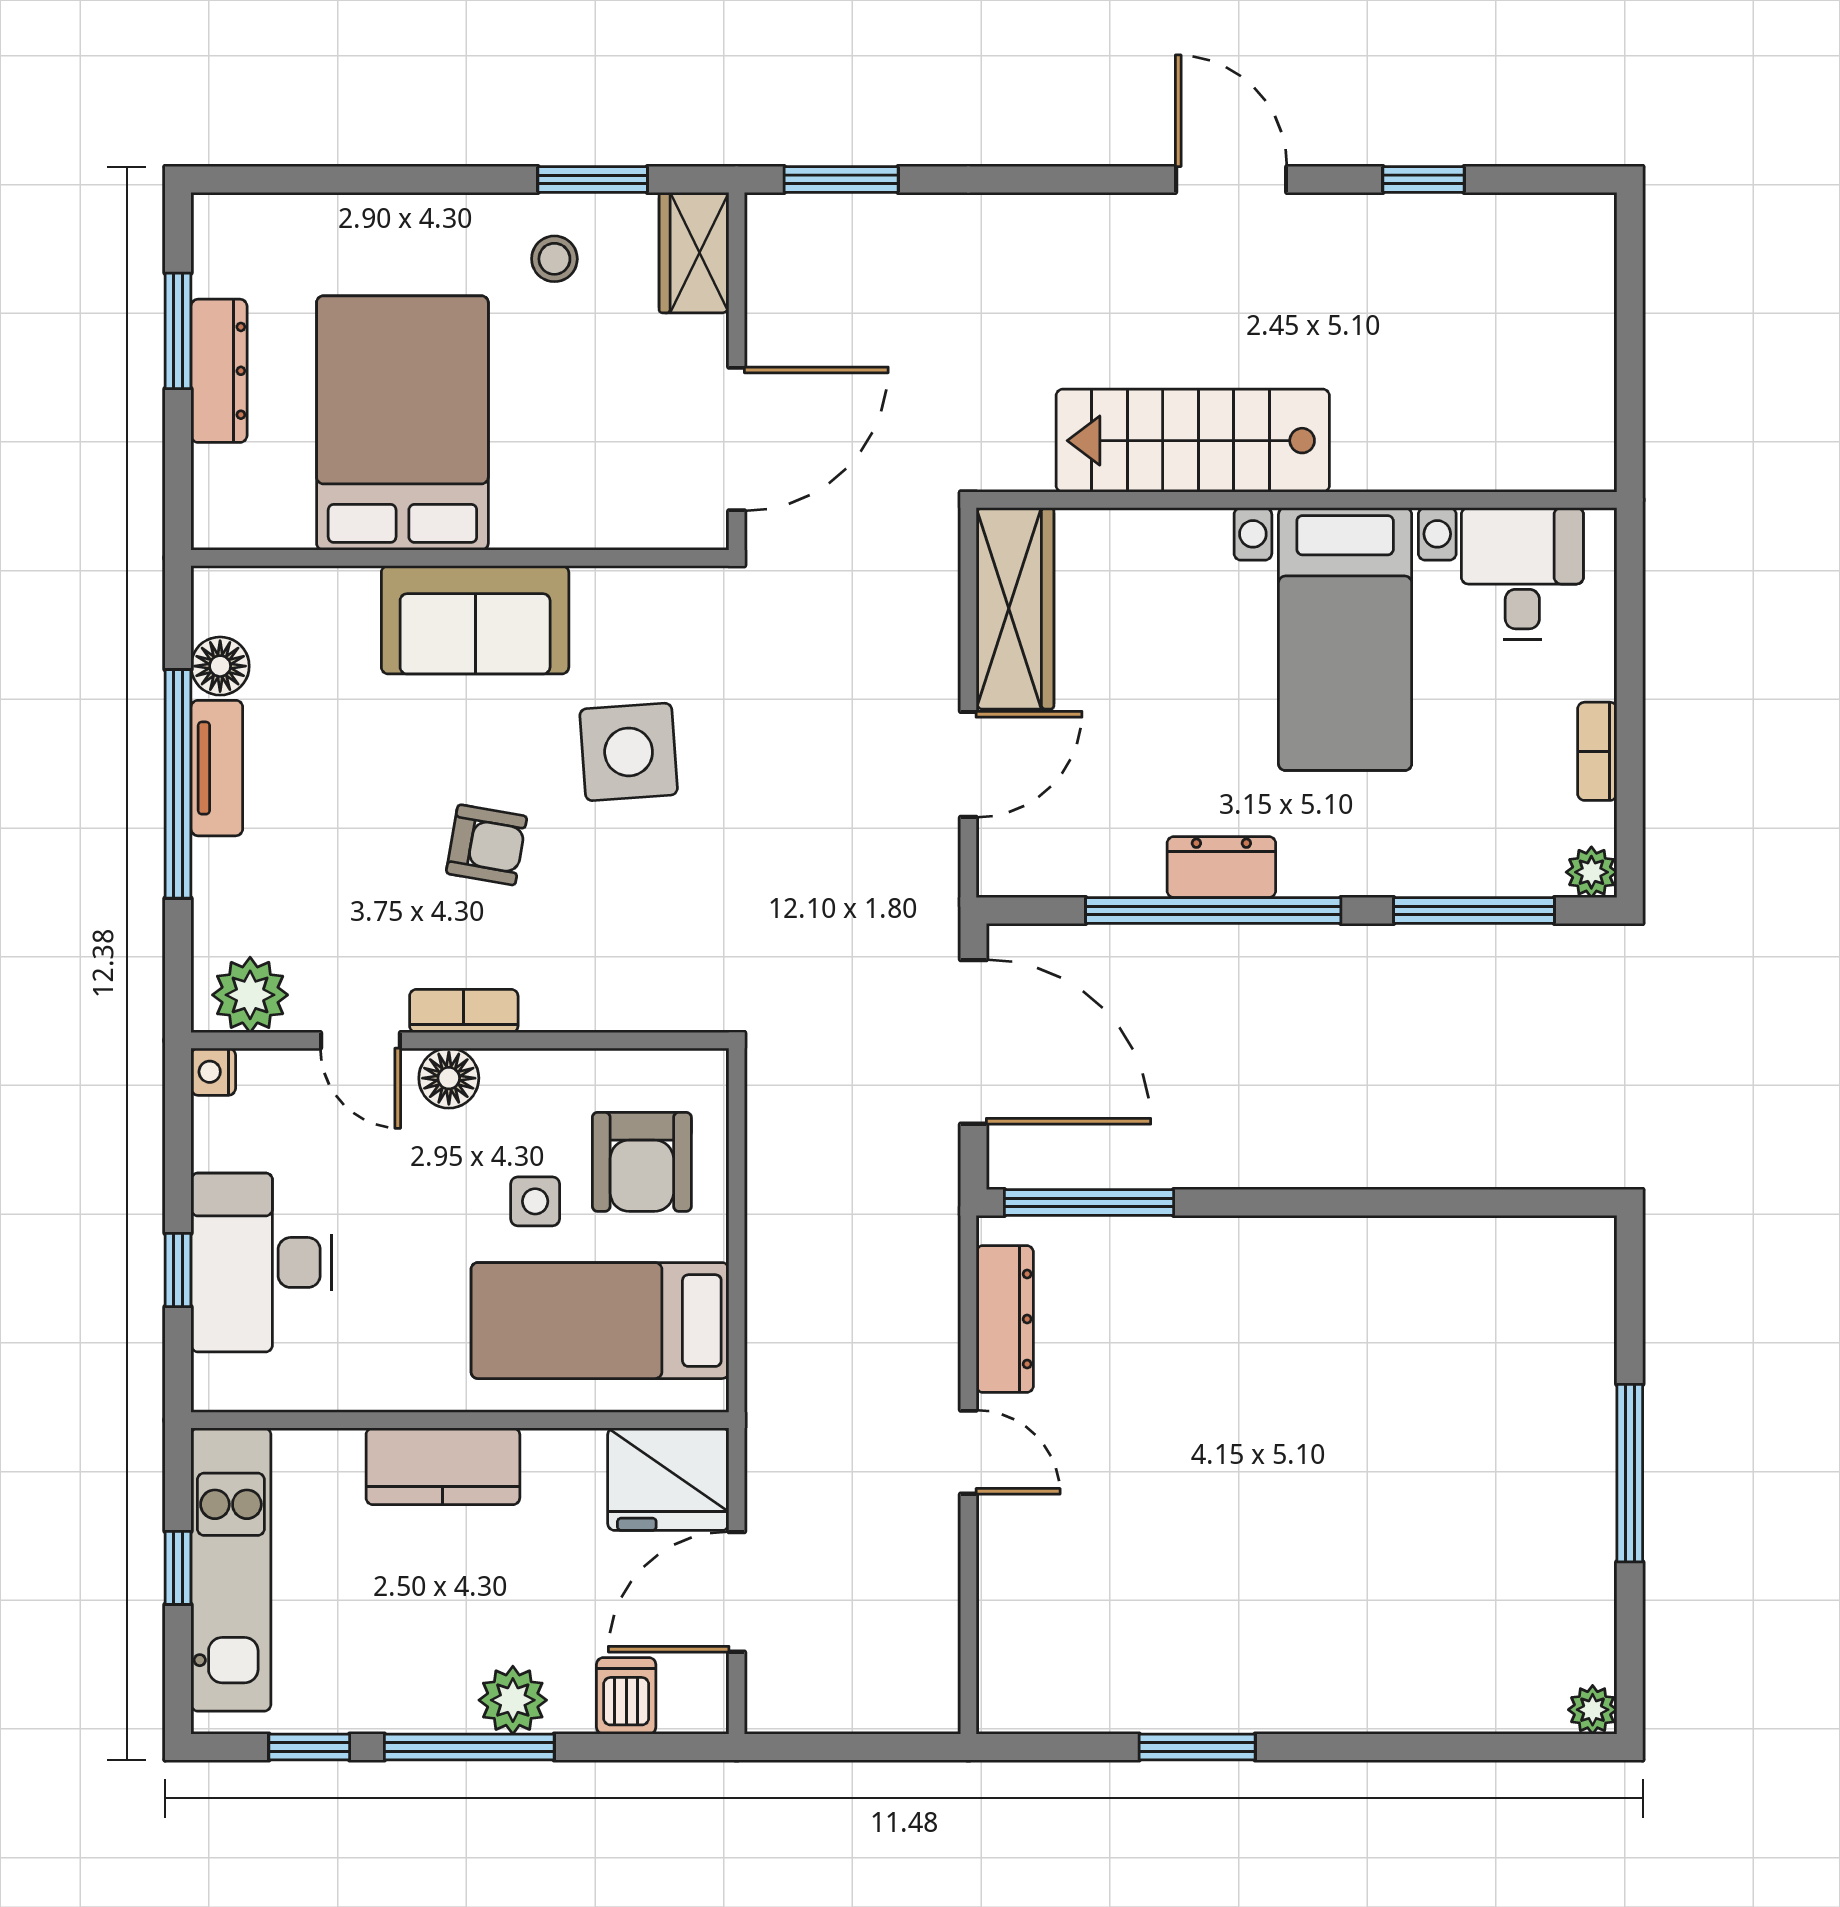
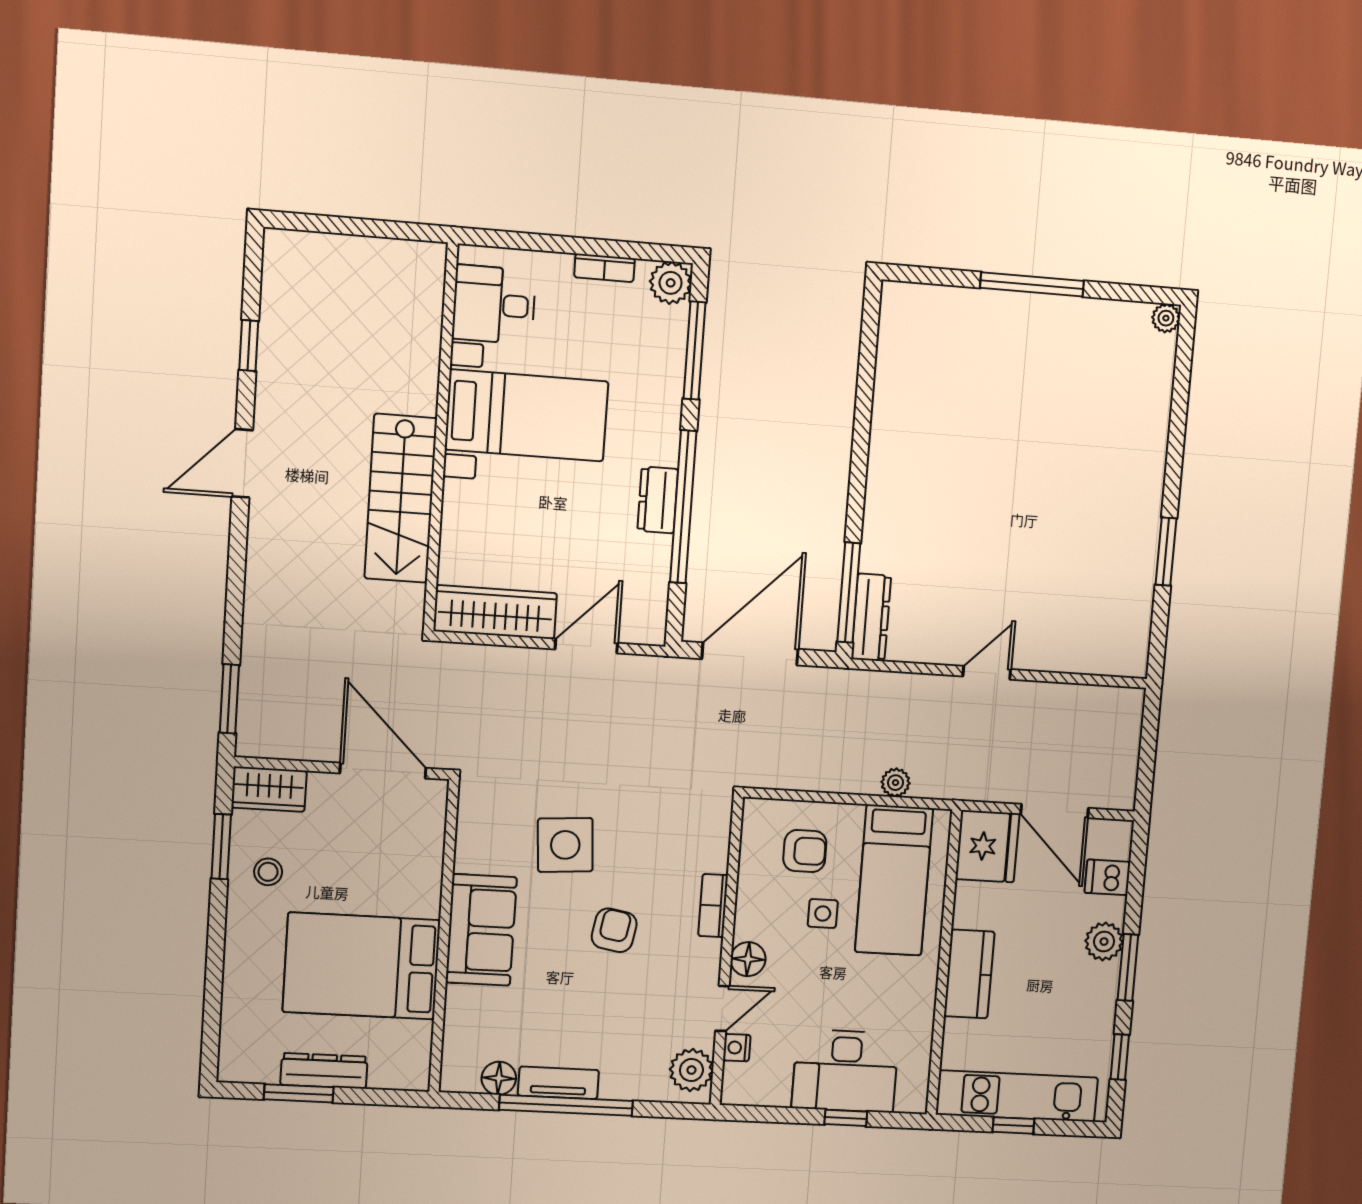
door: (968, 764) -> (586, 646), hinge flipped
plant: (1591, 872) -> (671, 283), width x1.38, depth x1.38
bookcase: (464, 1011) -> (713, 906), moved
nightstand: (213, 1072) -> (737, 1048), moved, turned 90
armchair: (642, 1162) -> (805, 851), width x0.72, depth x0.72
plant: (769, 1309) -> (896, 783), added
dresser: (1005, 1319) -> (871, 617), moved, turned 90
window: (469, 1747) -> (1128, 967), width x0.69

